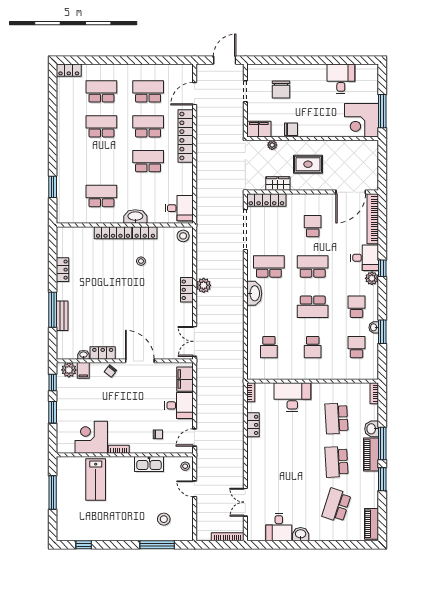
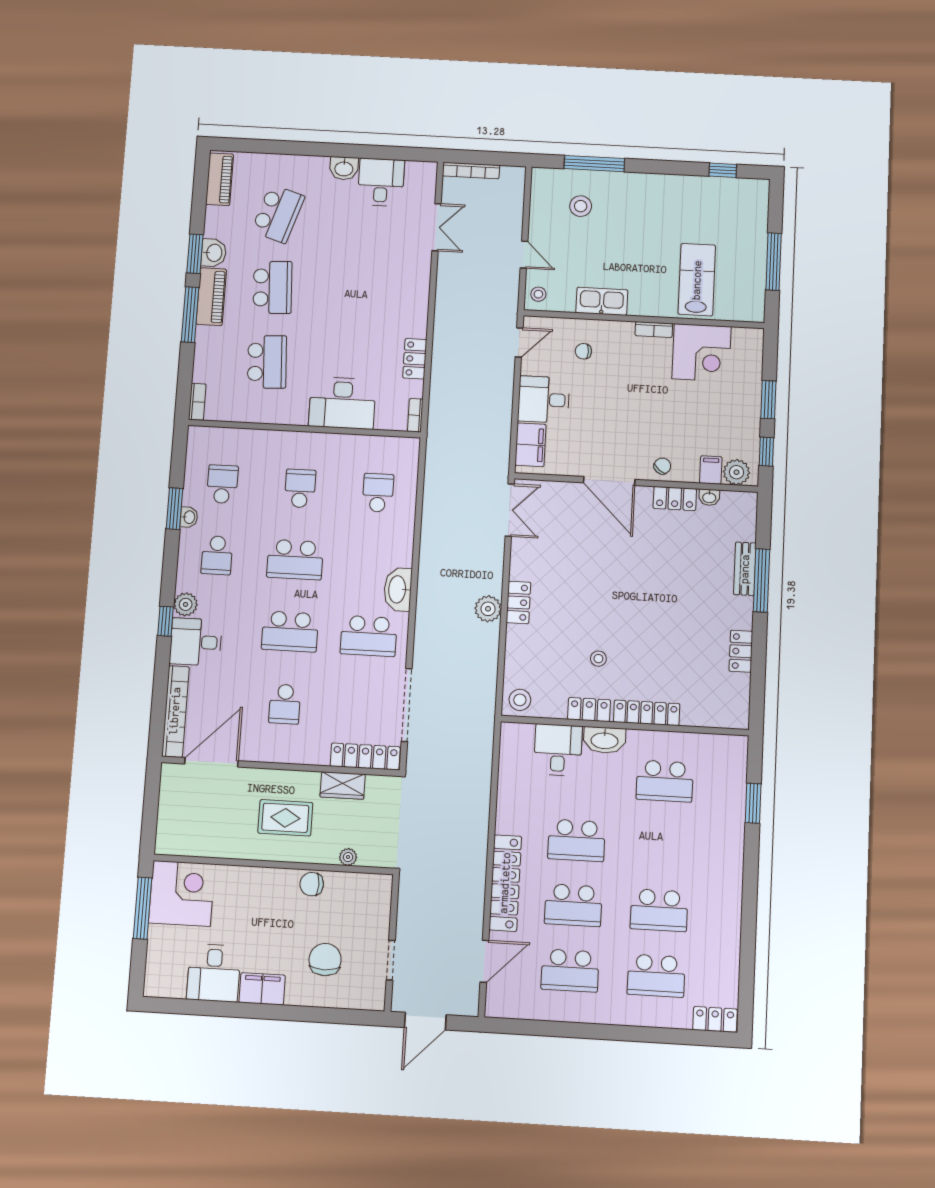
filing cabinet: (259, 129) -> (262, 989), moved, turned 180
desk: (179, 208) -> (558, 750), moved, turned 90
school desk: (313, 307) -> (295, 560), turned 180
school desk: (356, 347) -> (222, 484), turned 180
washbasin: (372, 429) -> (214, 253), moved

